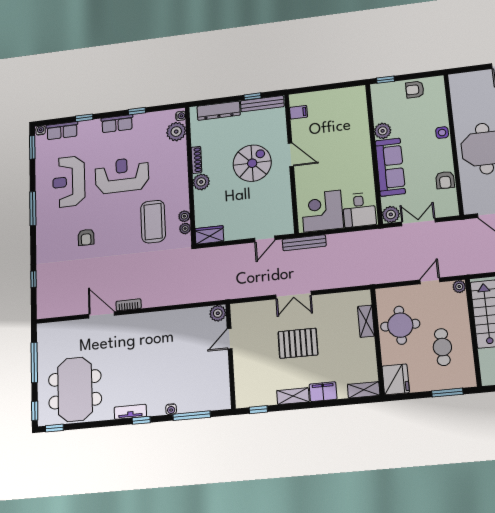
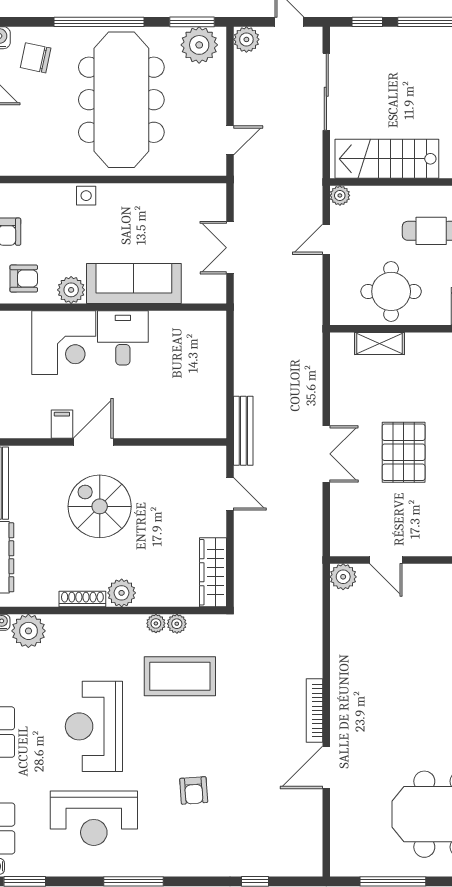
filing cabinet: (298, 112) -> (62, 424), moved
armchair: (445, 180) -> (24, 278), moved
desk: (359, 210) -> (123, 338), moved, turned -90
corner desk: (322, 211) -> (64, 343), moved, turned -90
plant: (391, 214) -> (213, 290), removed
plant: (185, 229) -> (156, 623), moved
wardrobe: (209, 235) -> (213, 572), width x1.50
armchair: (86, 237) -> (194, 790), turned 86
door: (430, 281) -> (326, 239), hinge flipped
bookcase: (129, 305) -> (315, 711), width x1.56

